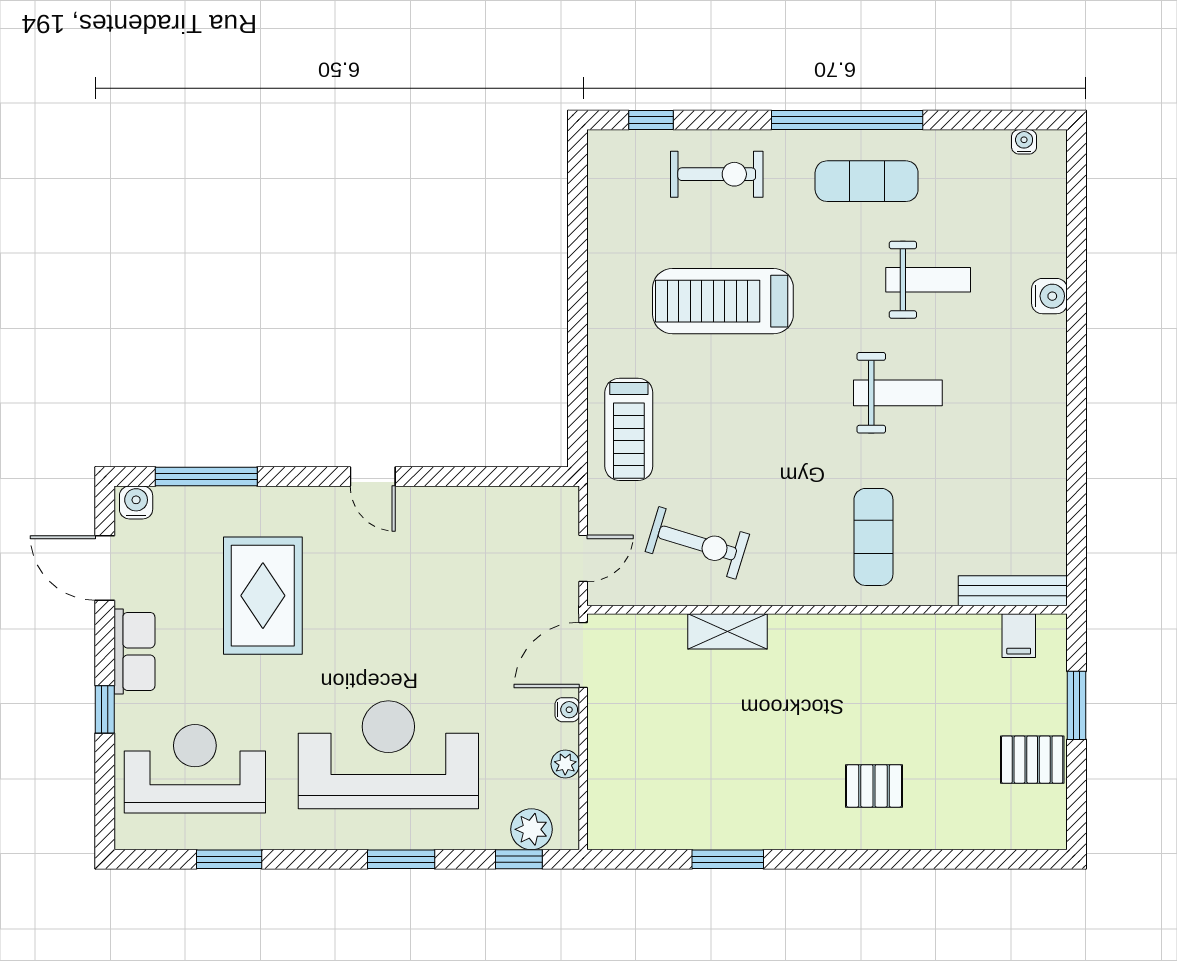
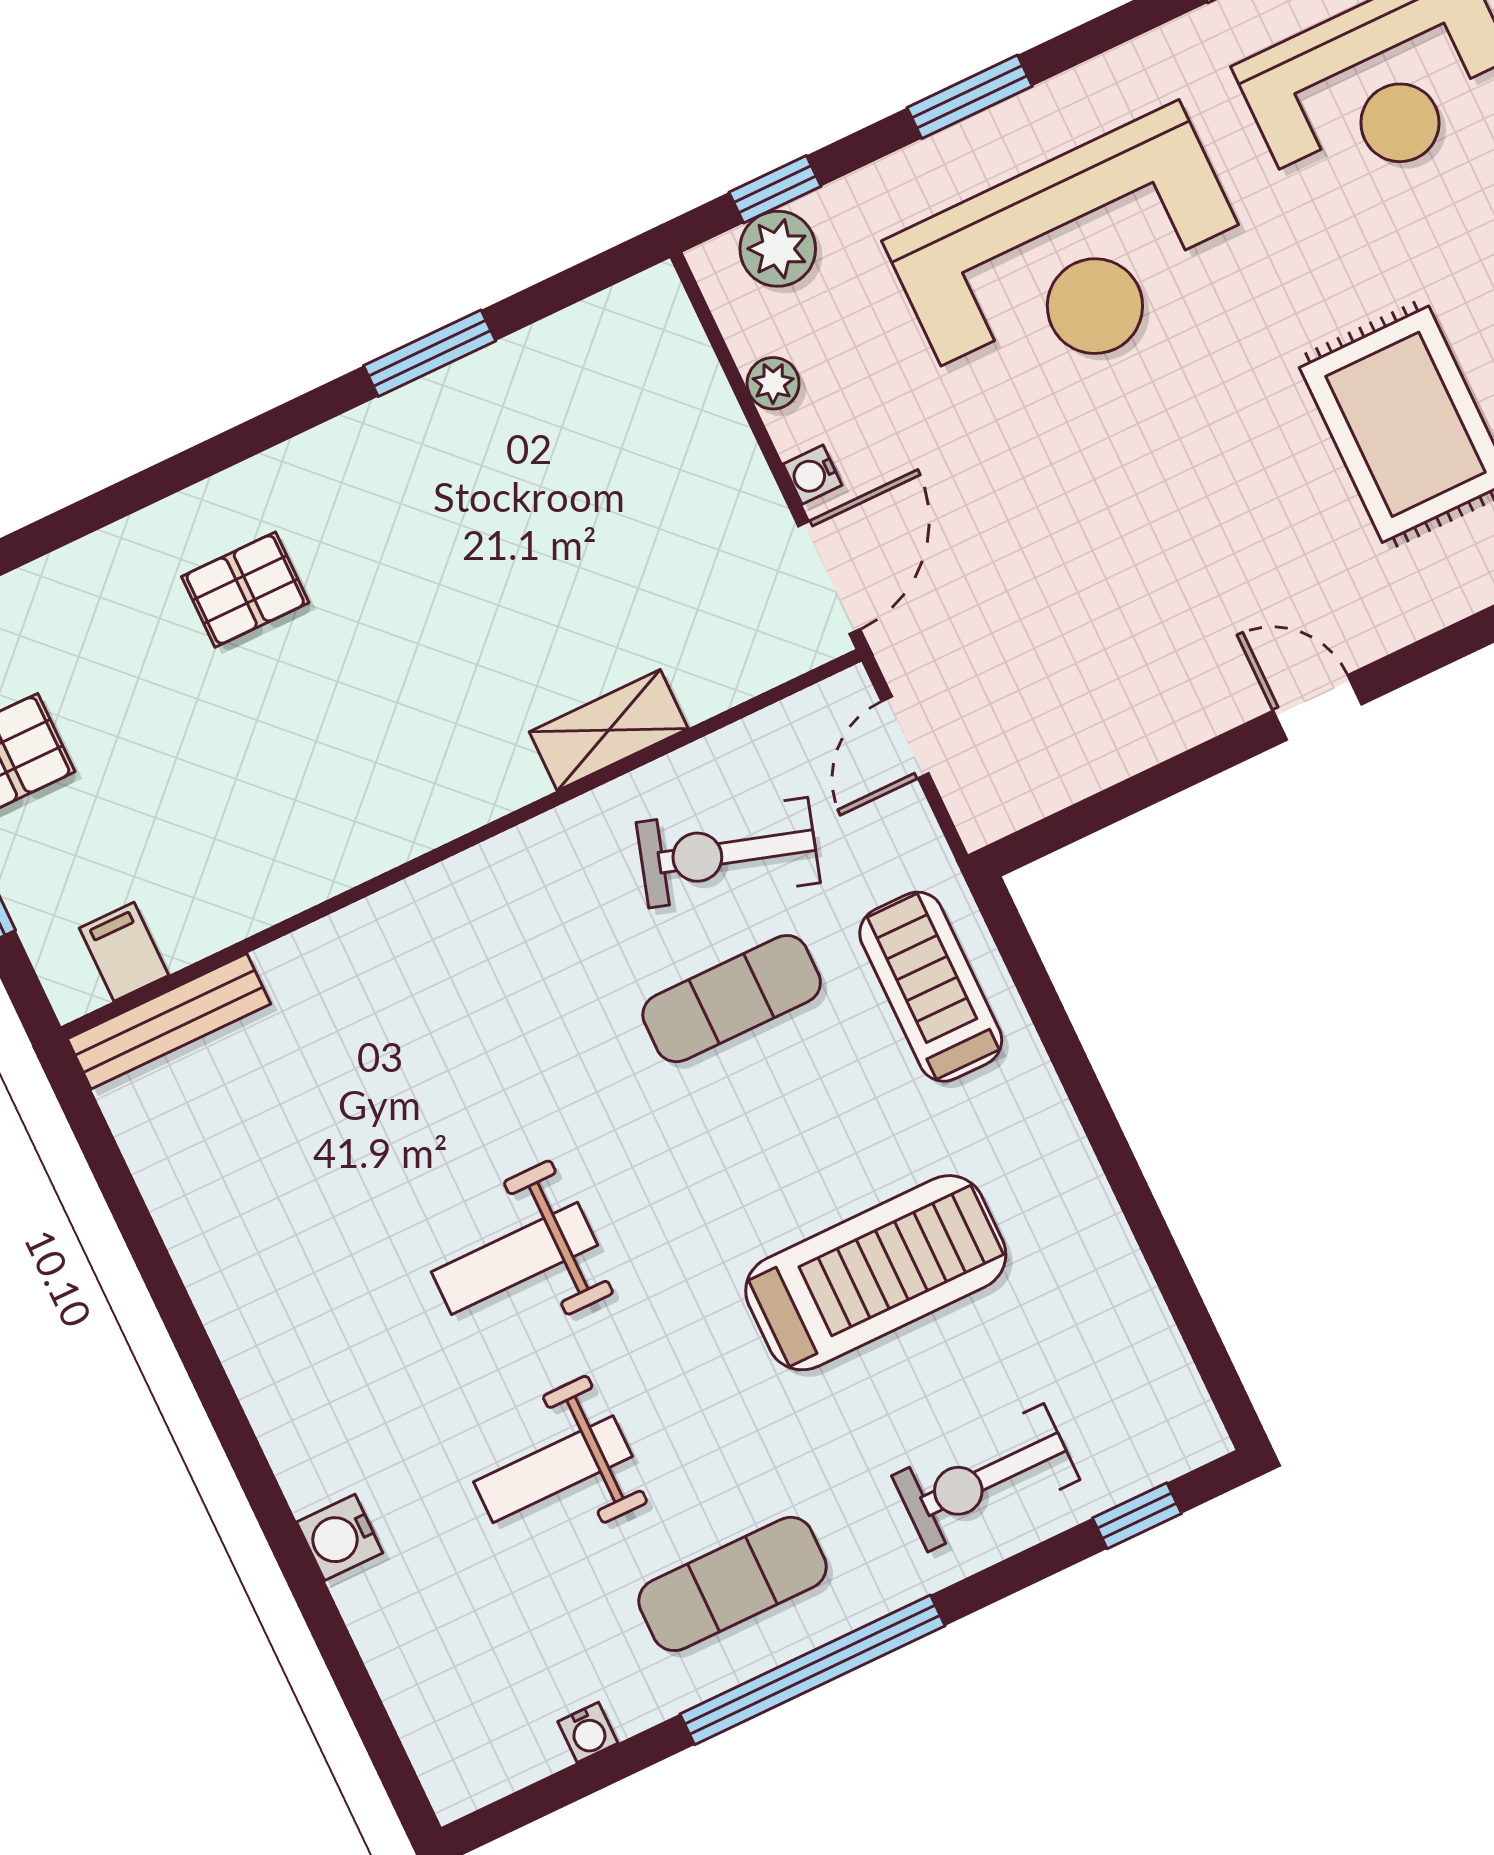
water cooler: (1024, 142) -> (588, 1732), moved
exercise mat: (873, 537) -> (732, 999), moved, turned 90

